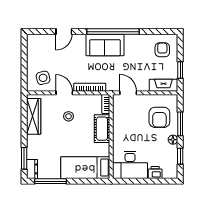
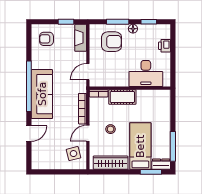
door: (64, 32) -> (29, 133), hinge flipped
sofa: (105, 45) -> (42, 94), width x1.36
desk: (130, 165) -> (146, 73), moved, turned 90
bed: (85, 168) -> (140, 146), moved, turned 180

